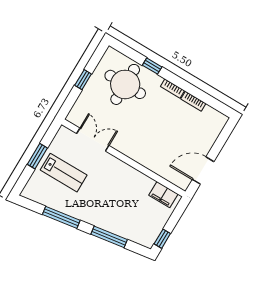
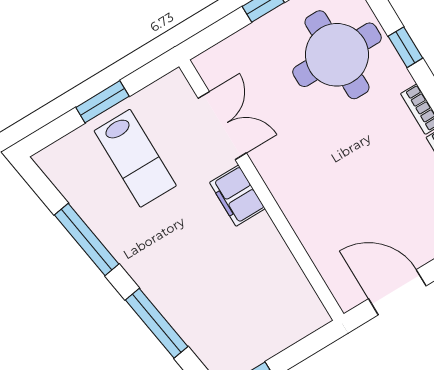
filing cabinet: (163, 195) -> (237, 196), moved

